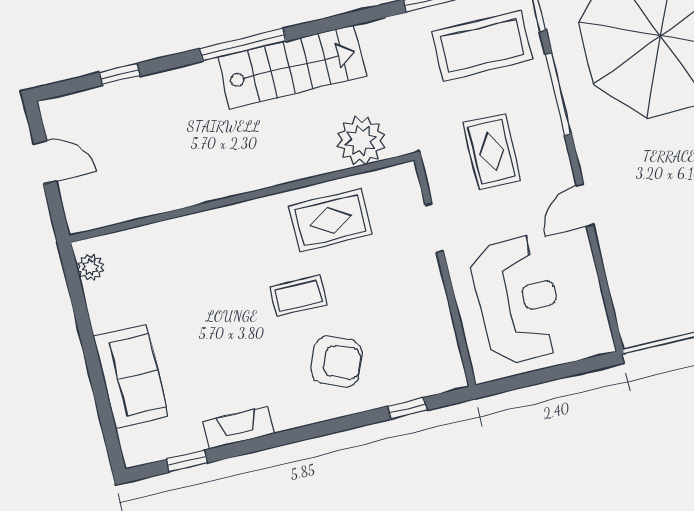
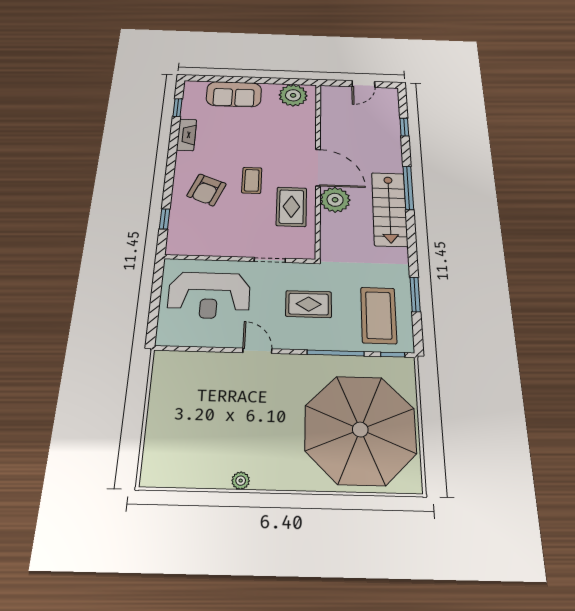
plant: (361, 141) -> (335, 200), moved
door: (244, 197) -> (318, 168), added
plant: (90, 267) -> (293, 95), width x1.88, depth x1.88

